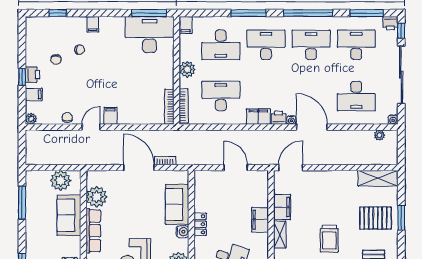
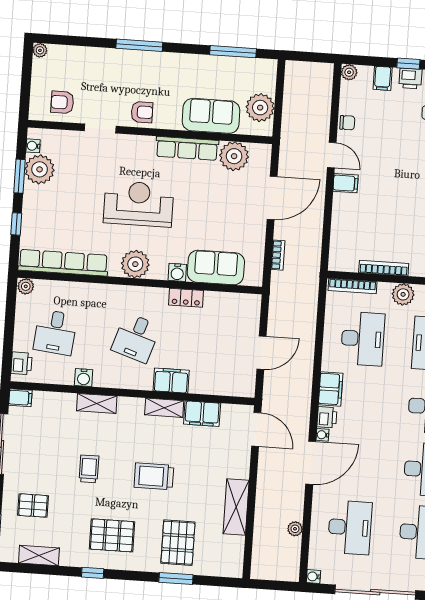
desk: (356, 96) -> (350, 527), turned 180
bookcase: (169, 107) -> (384, 268), moved
plant: (379, 135) -> (295, 529), moved
door: (139, 168) -> (272, 198), moved
shelving: (378, 178) -> (236, 507), moved
filing cabinet: (260, 220) -> (171, 381), moved

